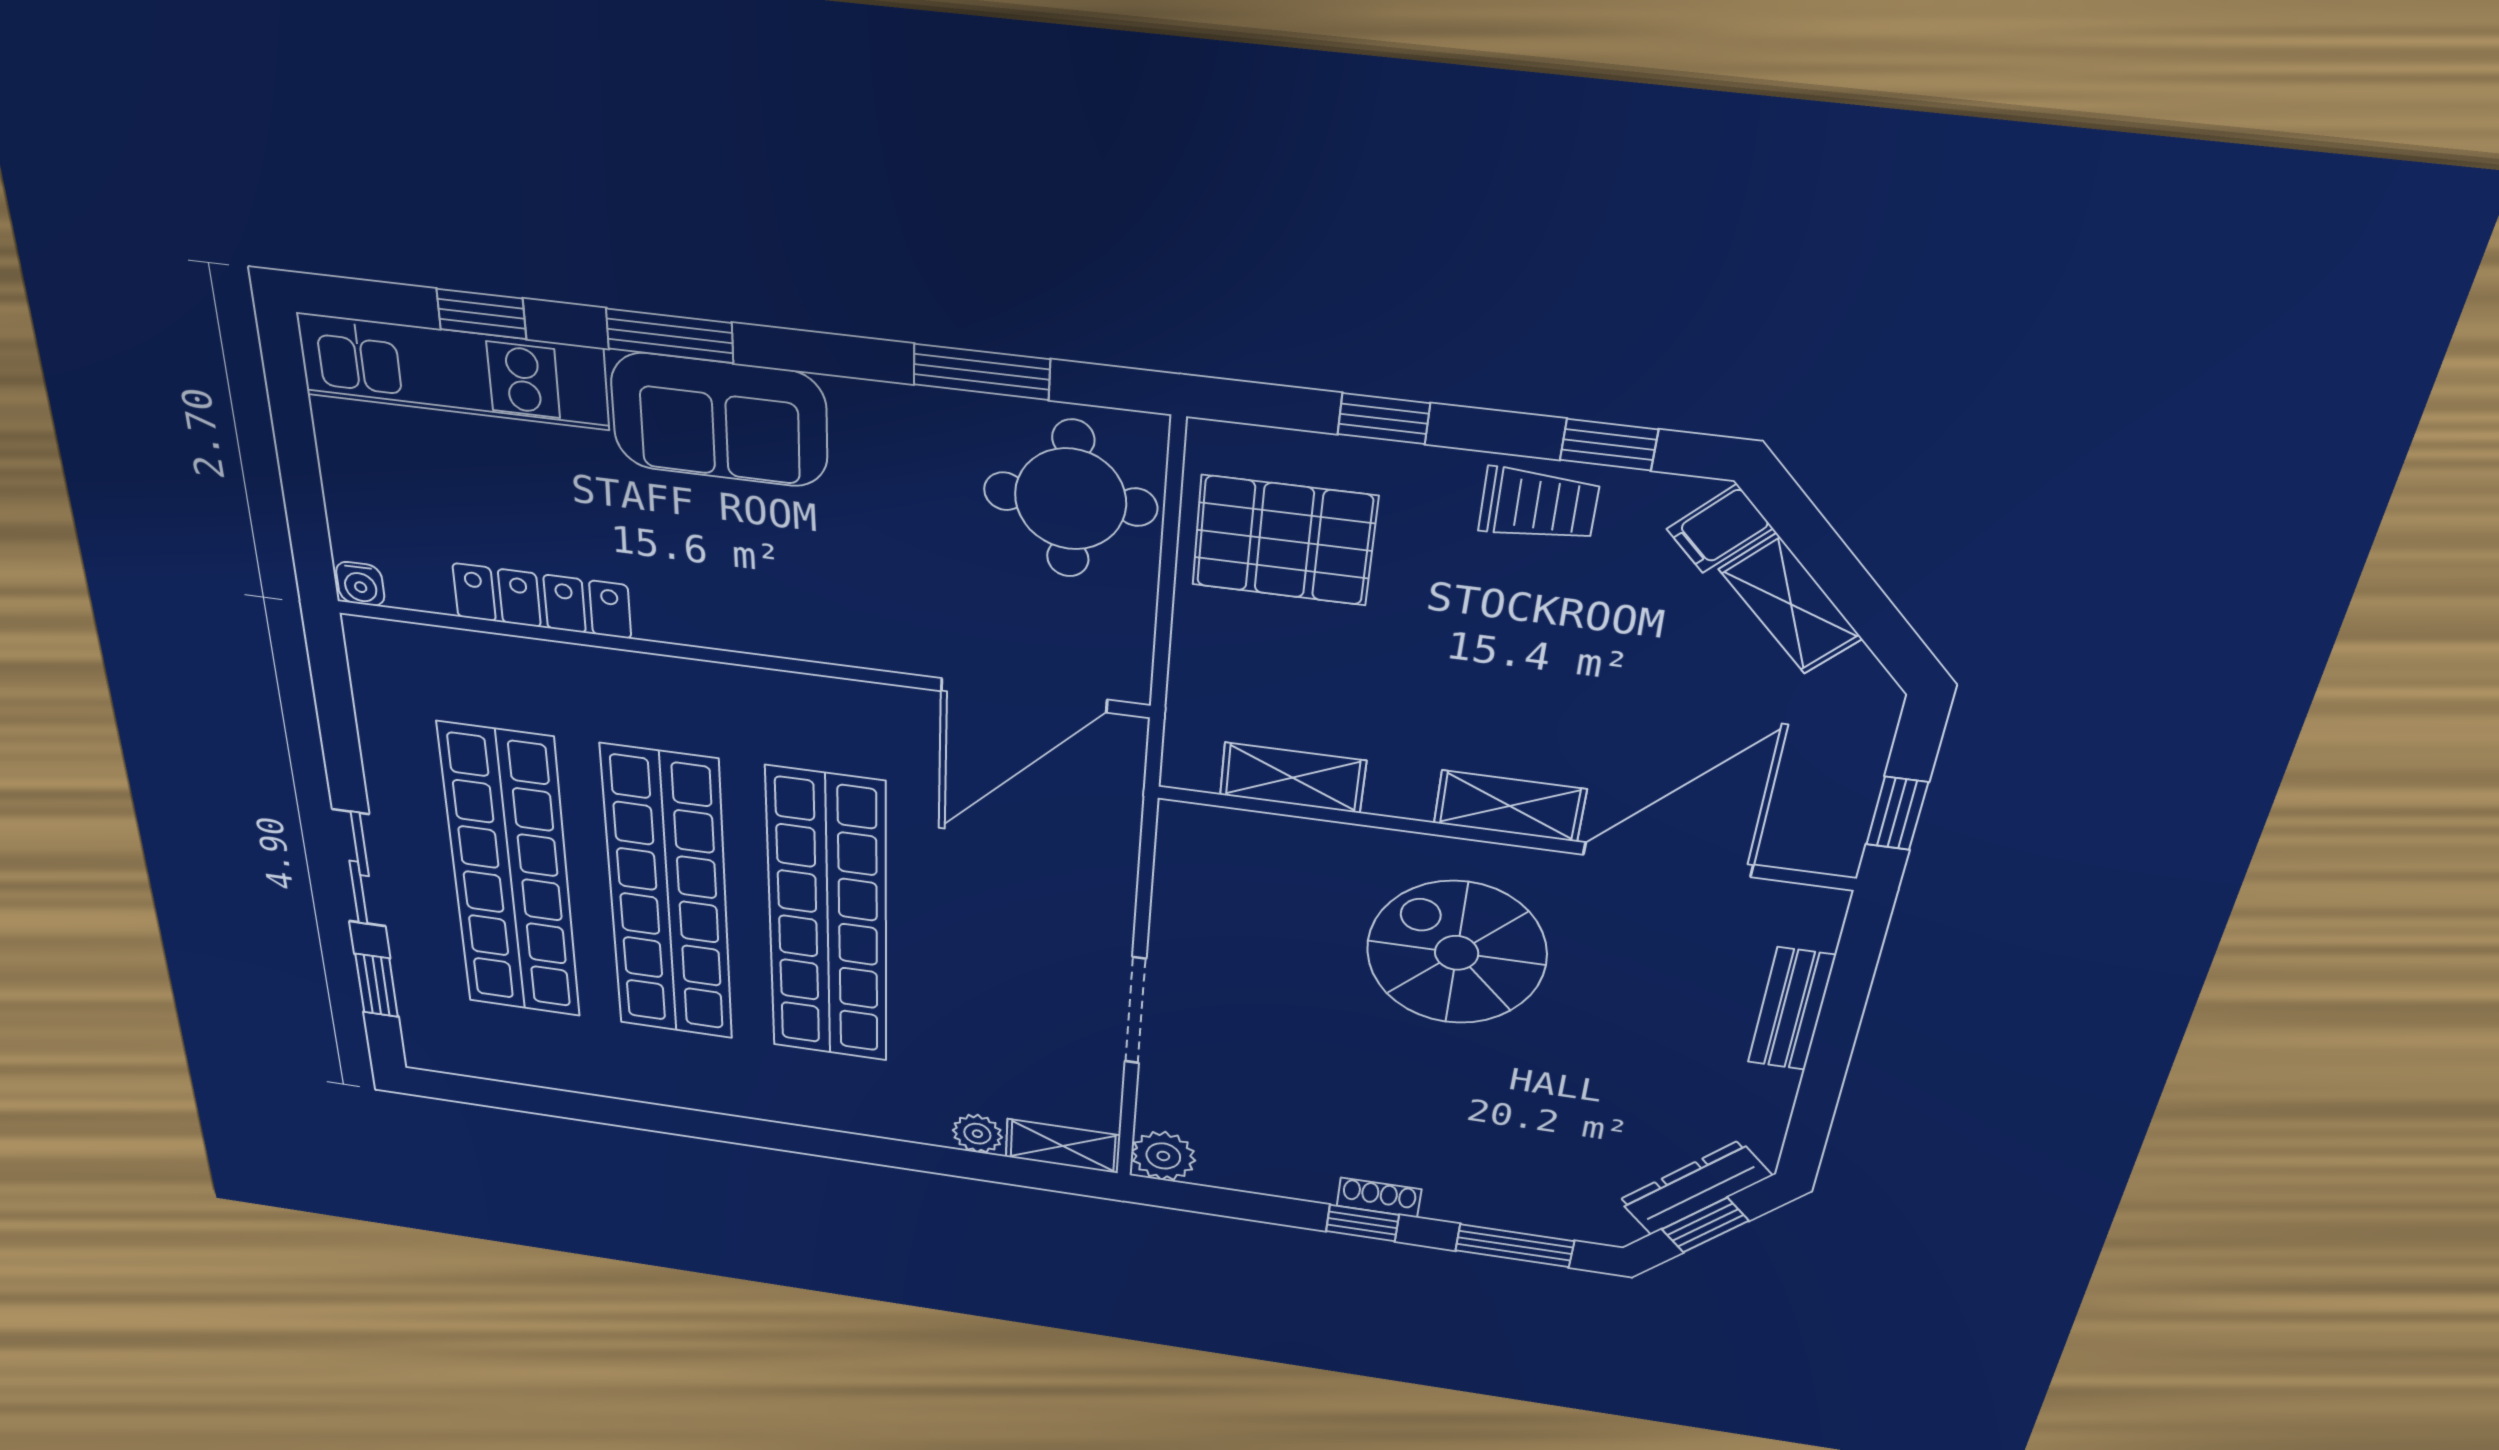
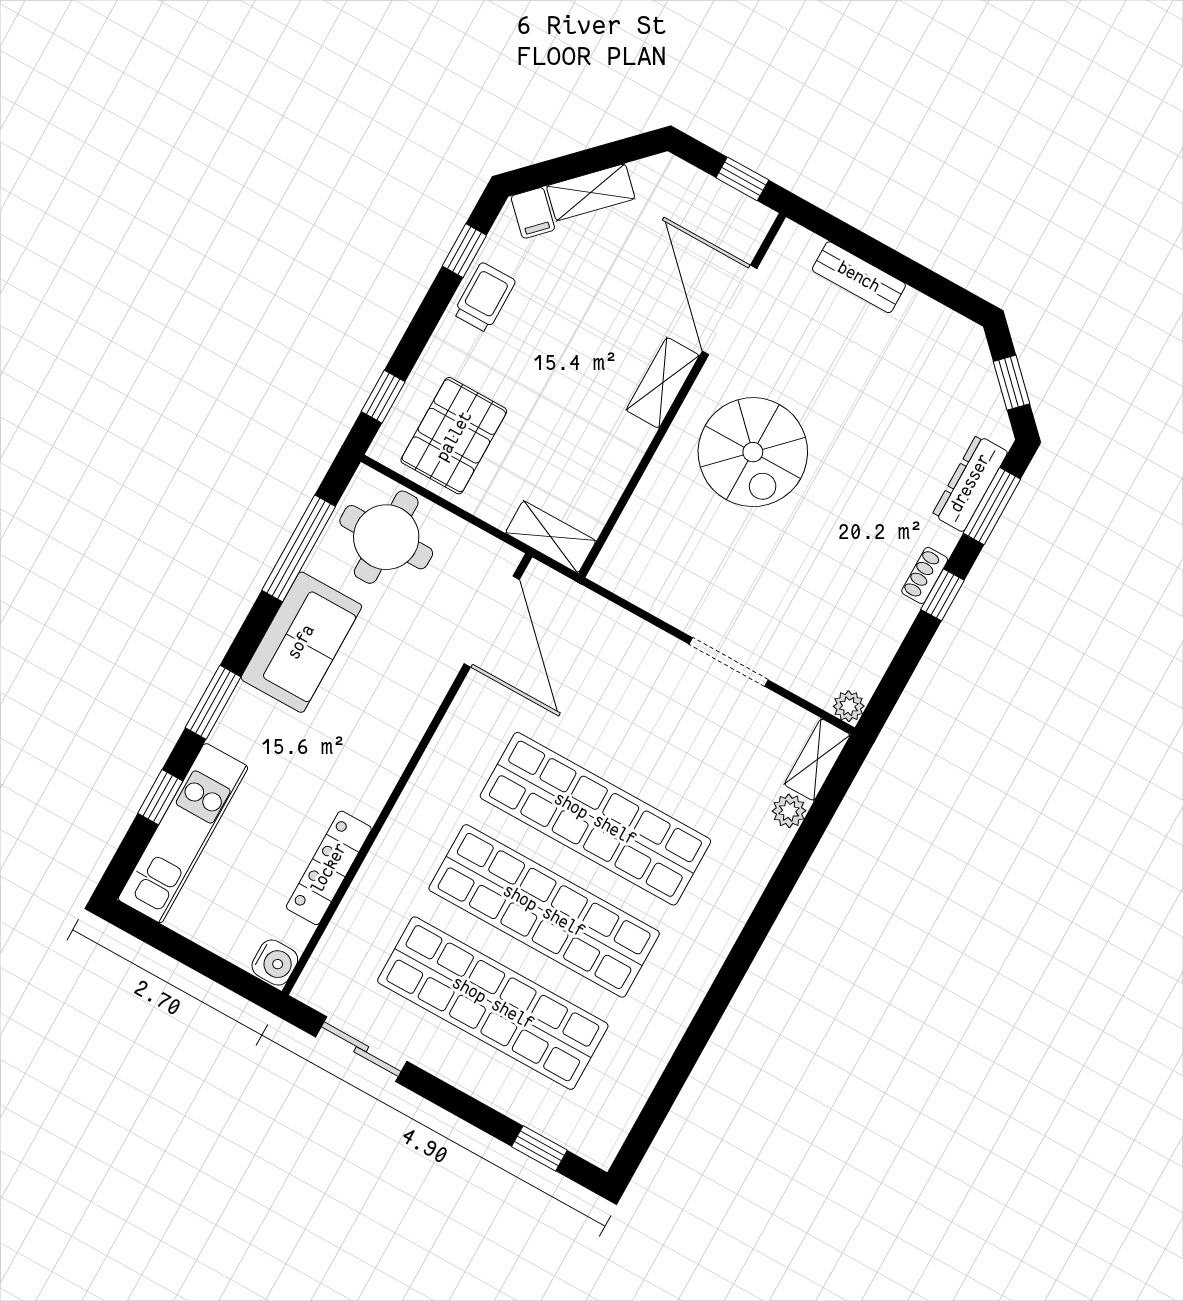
window: (982, 372) -> (299, 548), width x1.44
window: (1384, 419) -> (383, 397), moved
sofa: (719, 420) -> (301, 642), moved
water cooler: (360, 584) -> (275, 963), width x1.38, depth x1.38
shelving: (1293, 778) -> (551, 537), moved, turned 90
sliding door: (359, 868) -> (361, 1049), moved
spiral stairs: (1457, 953) -> (753, 452), turned -90
plant: (1163, 1156) -> (849, 706), width x0.73, depth x0.73
dresser: (1695, 1188) -> (970, 483), moved, turned 45

